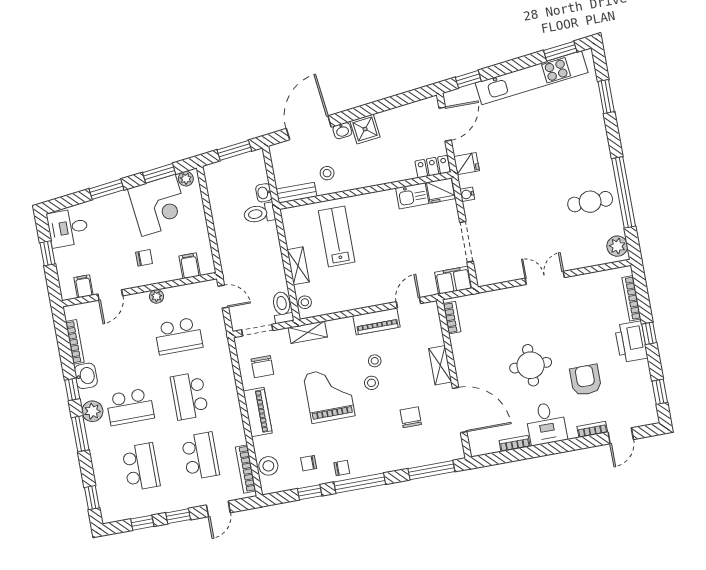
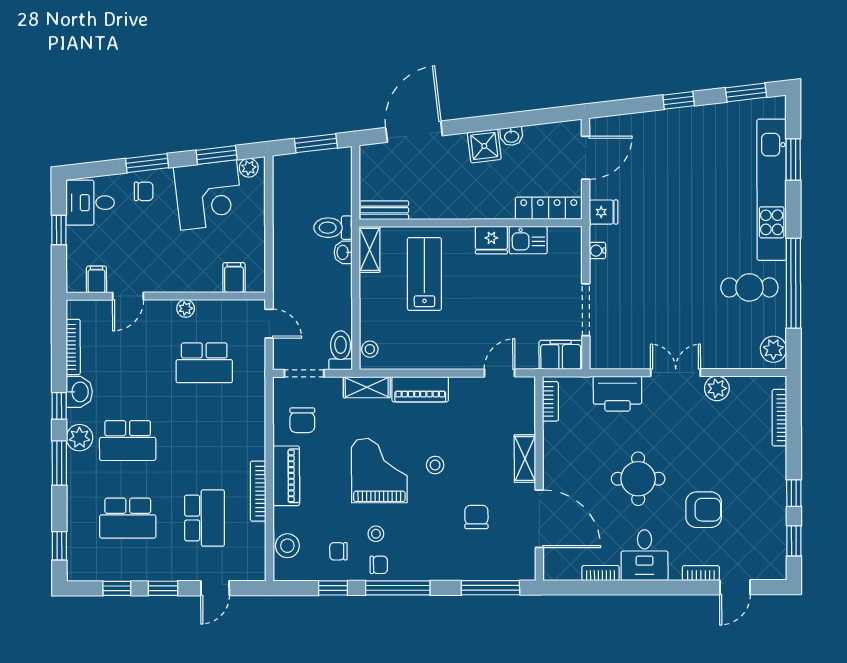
kitchen unit: (532, 78) -> (772, 190), moved, turned 97
window: (468, 79) -> (679, 100), moved
washbasin: (342, 131) -> (512, 136), moved
locker: (433, 167) -> (549, 208), width x1.53
stool: (327, 173) -> (427, 193), removed
fridge: (441, 191) -> (491, 240), moved
washbasin: (264, 193) -> (343, 252), moved
chair: (144, 258) -> (144, 191), moved
shelving: (298, 266) -> (370, 249), moved
plant: (579, 284) -> (717, 388), added
piano: (377, 321) -> (420, 389), moved
window: (649, 333) -> (794, 493), moved
printer: (631, 342) -> (617, 394), moved, turned -90
stool: (375, 361) -> (376, 534), moved
armchair: (586, 380) -> (704, 510), turned 90
school desk: (189, 396) -> (204, 440), removed
school desk: (141, 467) -> (128, 518), turned 90
bookcase: (246, 469) -> (258, 491), moved

